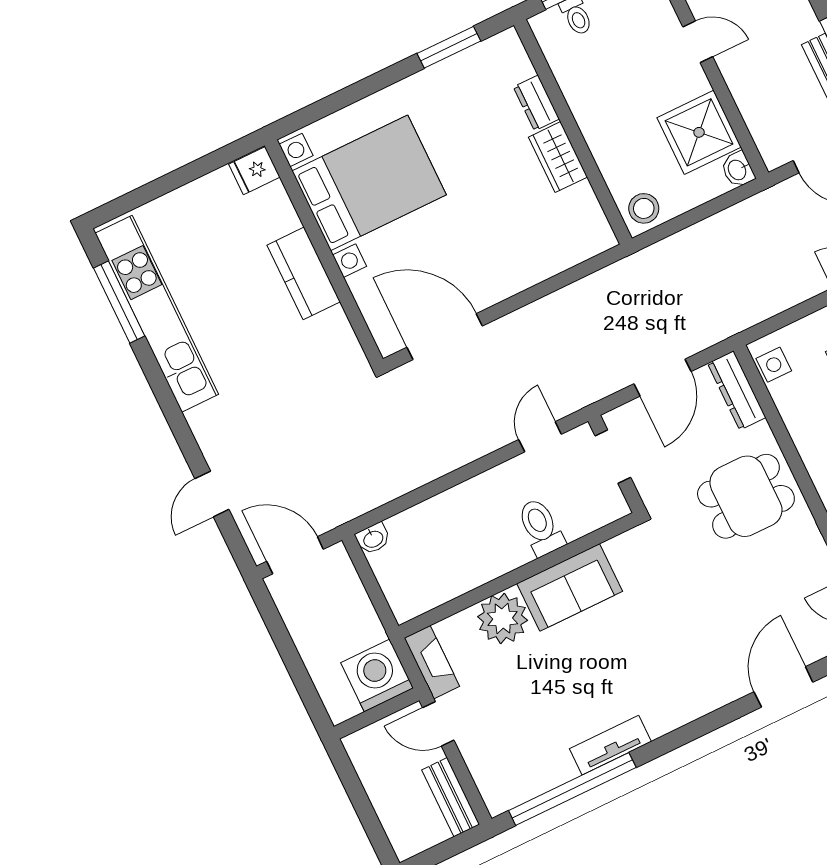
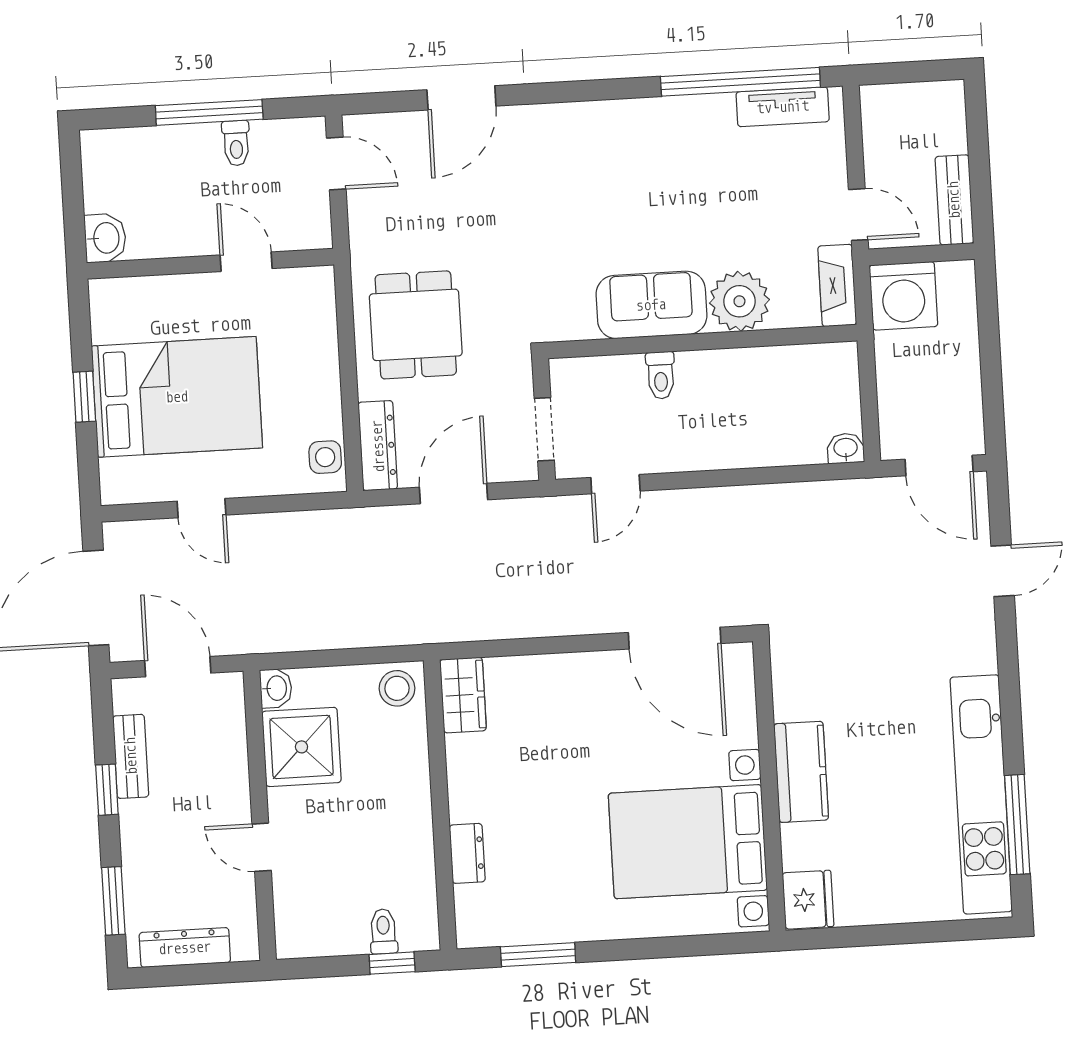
wardrobe: (558, 157) -> (463, 695), moved
fridge: (254, 171) -> (808, 900), width x1.38
dining table: (746, 496) -> (416, 325), turned 90
toilet: (541, 527) -> (661, 375), width x0.73, depth x0.72
tv unit: (610, 745) -> (783, 107), moved
bench: (451, 797) -> (954, 200), moved

